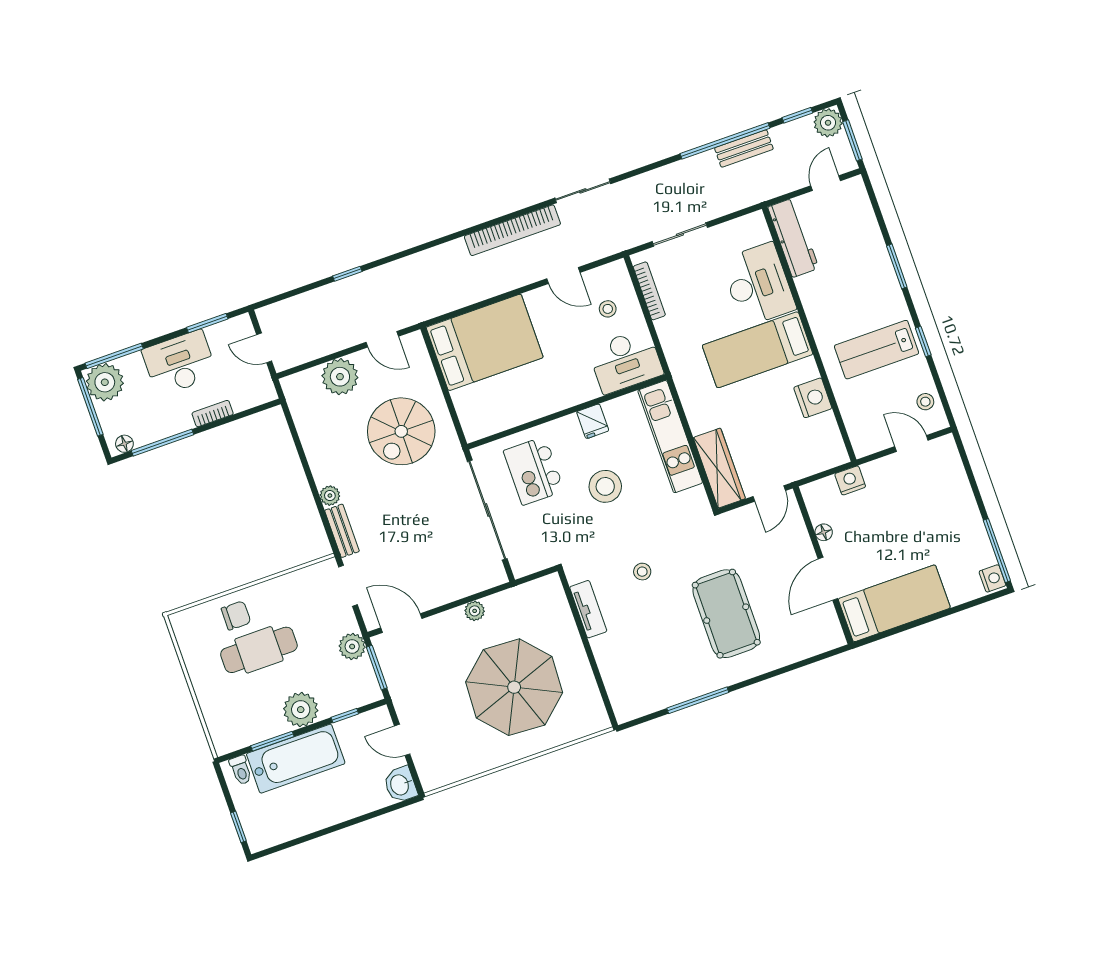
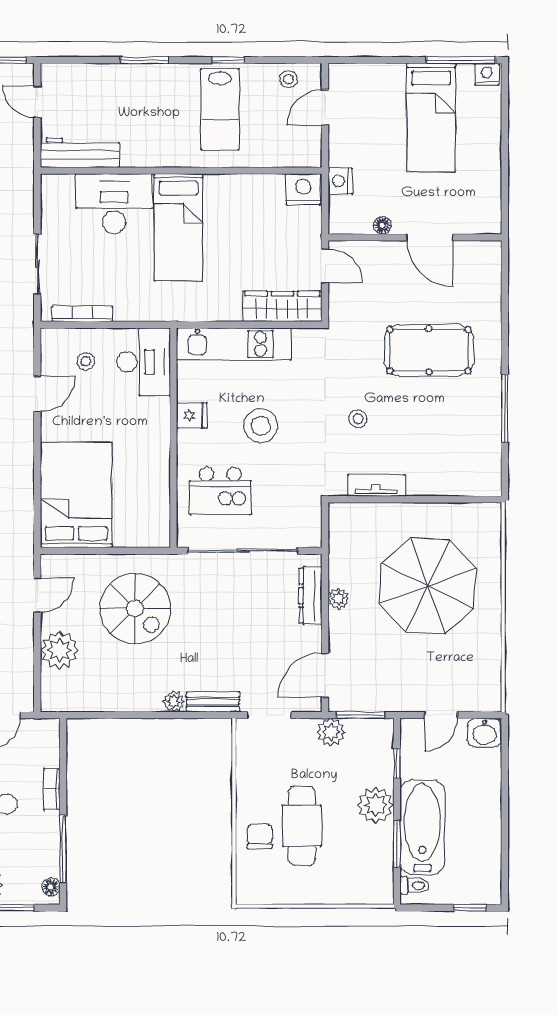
nightstand: (813, 398) -> (303, 189), moved
dresser: (468, 585) -> (310, 596), added
bed: (894, 603) -> (431, 117), moved, turned 180

